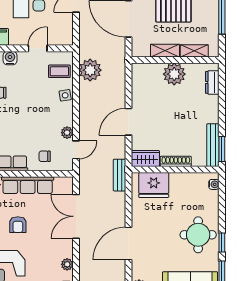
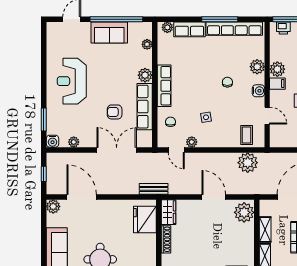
plant: (174, 74) -> (244, 212), moved
side table: (65, 95) -> (206, 117), moved
door: (129, 122) -> (214, 197), moved
armchair: (18, 225) -> (115, 112), moved
door: (129, 244) -> (82, 197), moved

